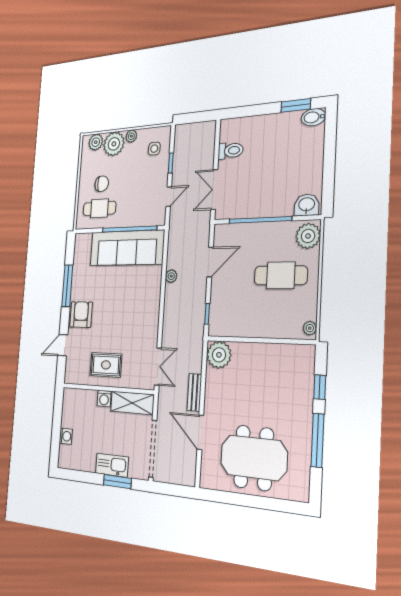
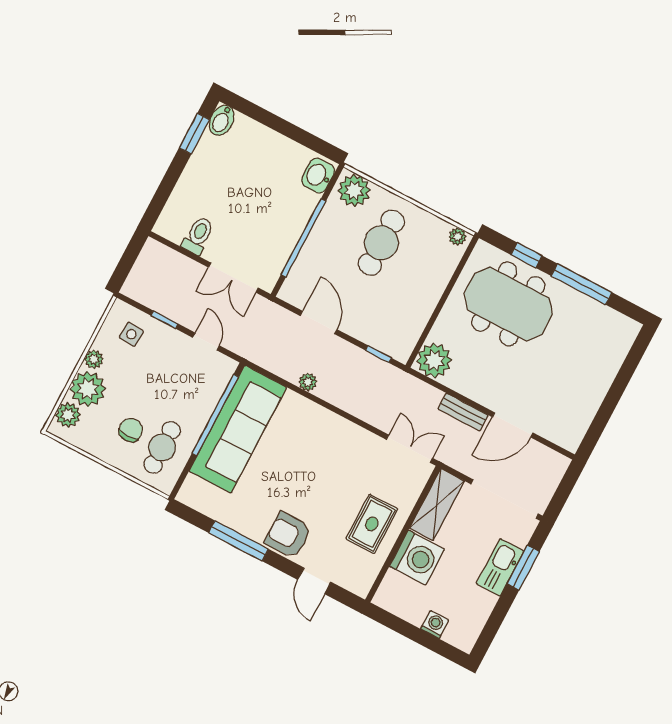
washing machine: (104, 399) -> (417, 558), width x1.89, depth x1.89
meeting table: (254, 458) -> (508, 304), moved, turned 90

